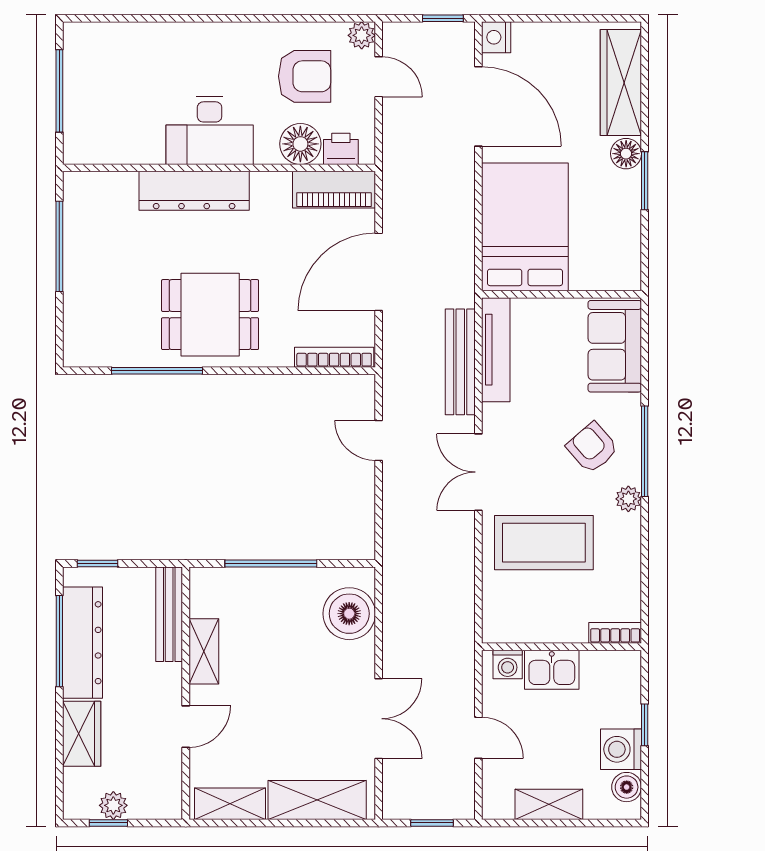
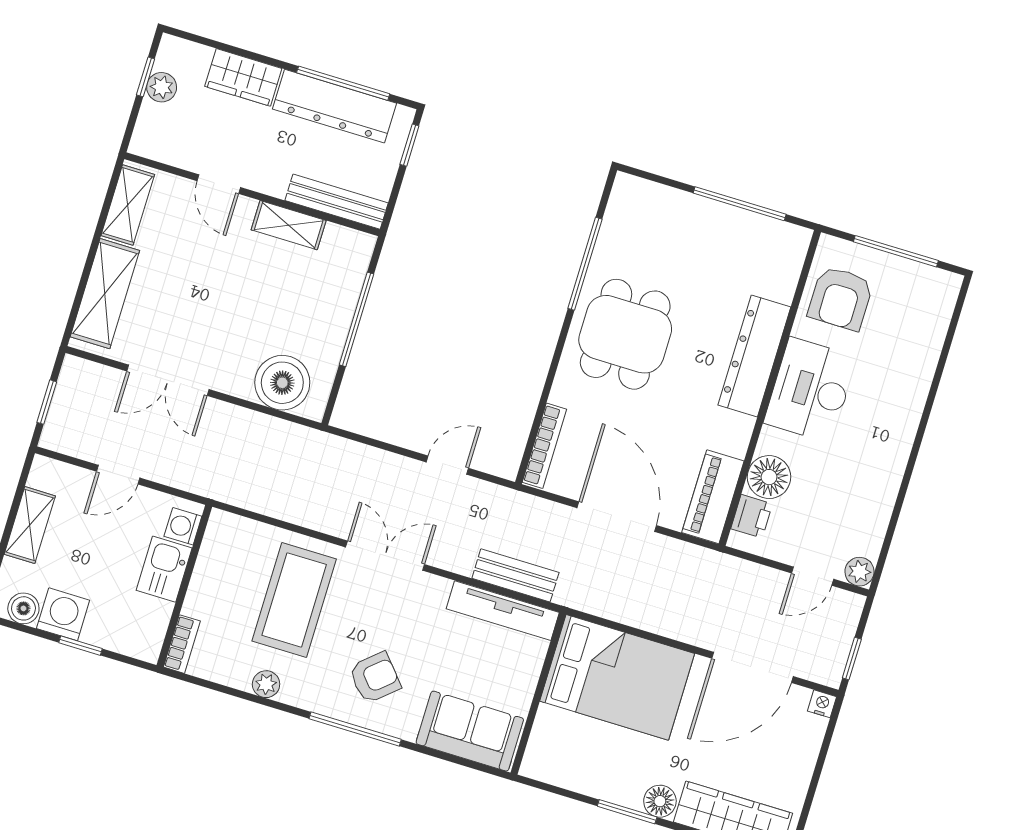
nightstand: (496, 37) -> (822, 704), width x0.72, depth x0.74
armchair: (305, 76) -> (841, 298), moved
bench: (460, 362) -> (515, 575), width x0.73
plant: (628, 499) -> (266, 684), moved

